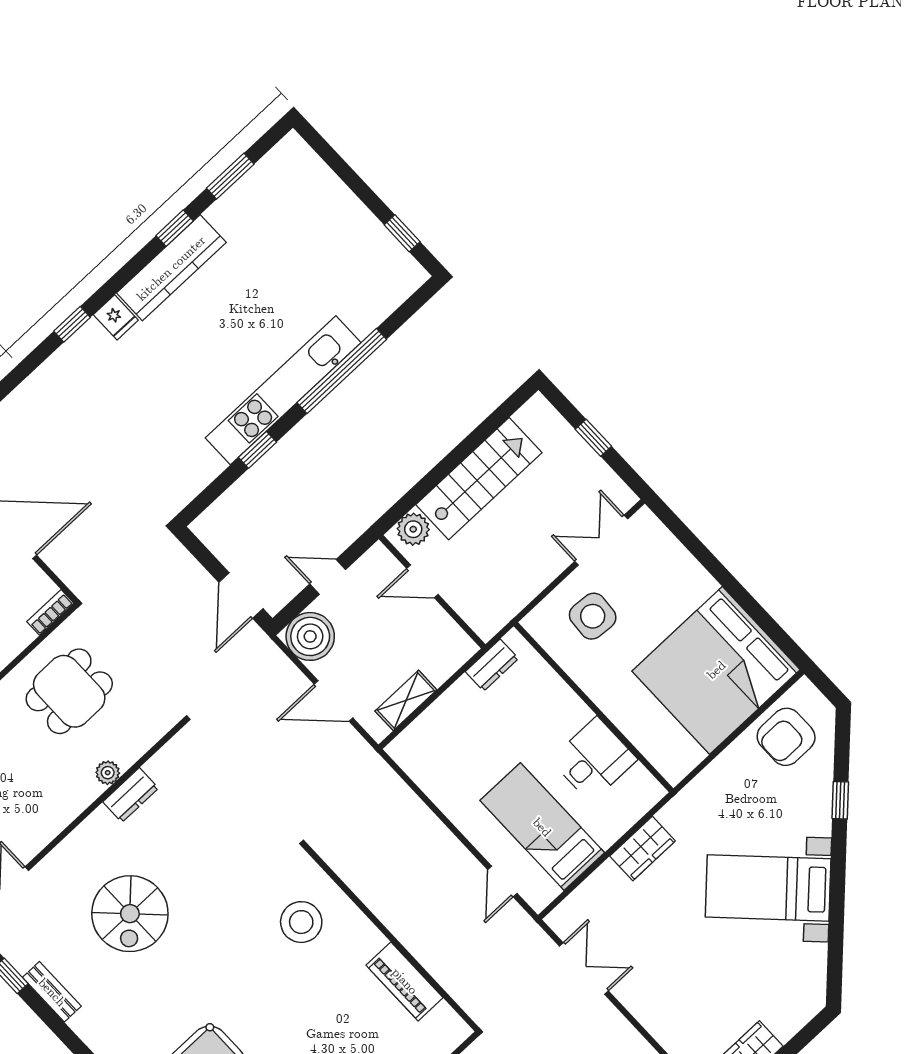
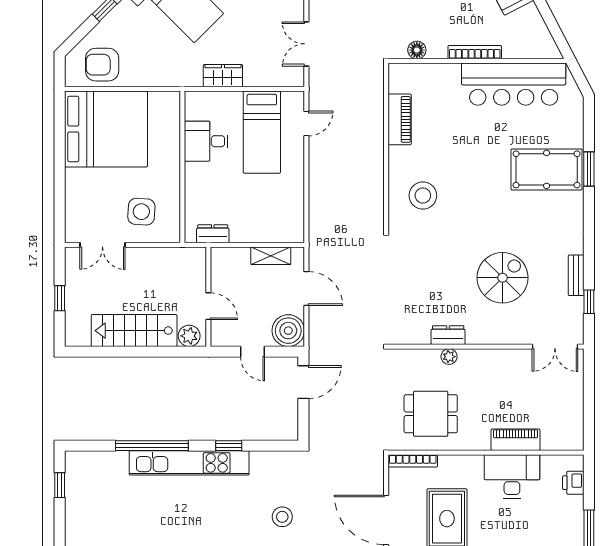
stool: (126, 427) -> (282, 517), added
bookcase: (50, 612) -> (413, 461), width x1.56
armchair: (786, 737) -> (102, 65), turned 180

